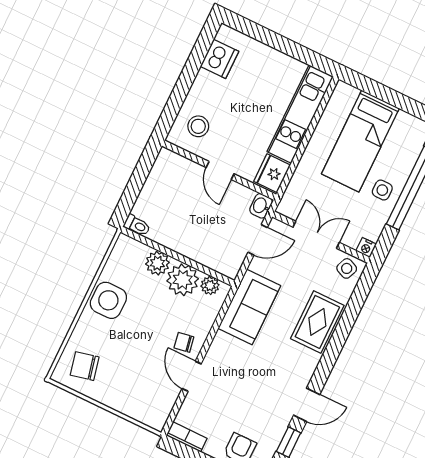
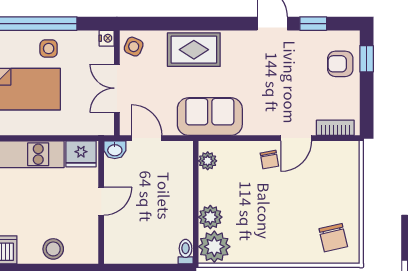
stool: (198, 126) -> (53, 249), moved
plant: (183, 280) -> (214, 247), moved
side table: (108, 300) -> (264, 245), removed
bookcase: (187, 437) -> (335, 128), moved, turned 90

